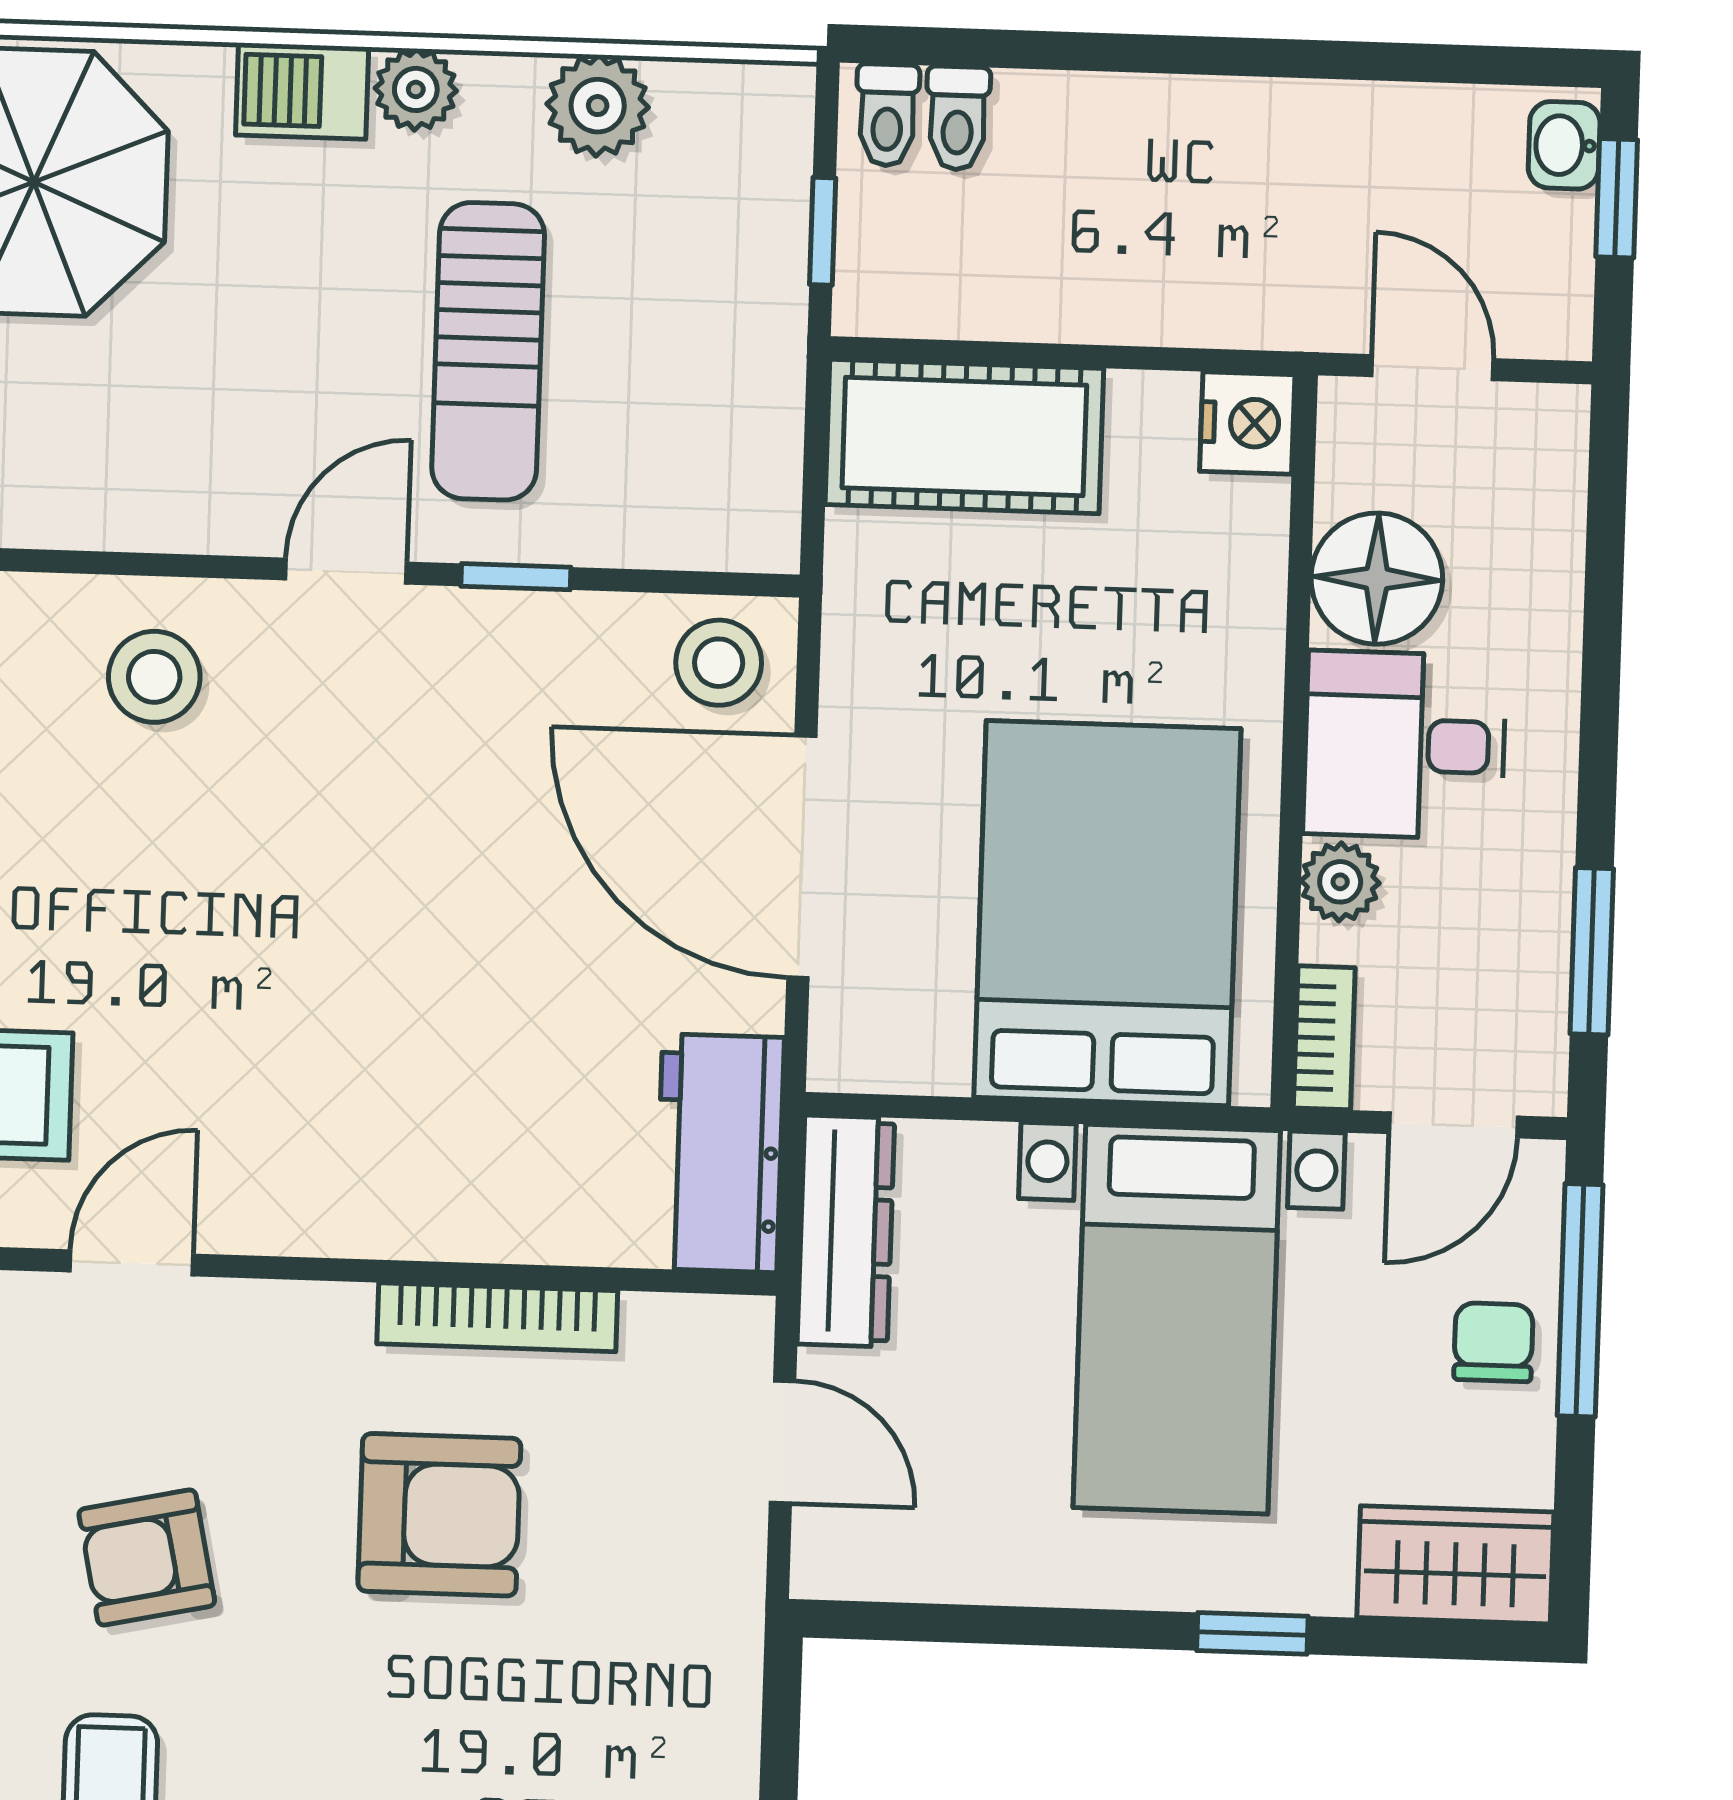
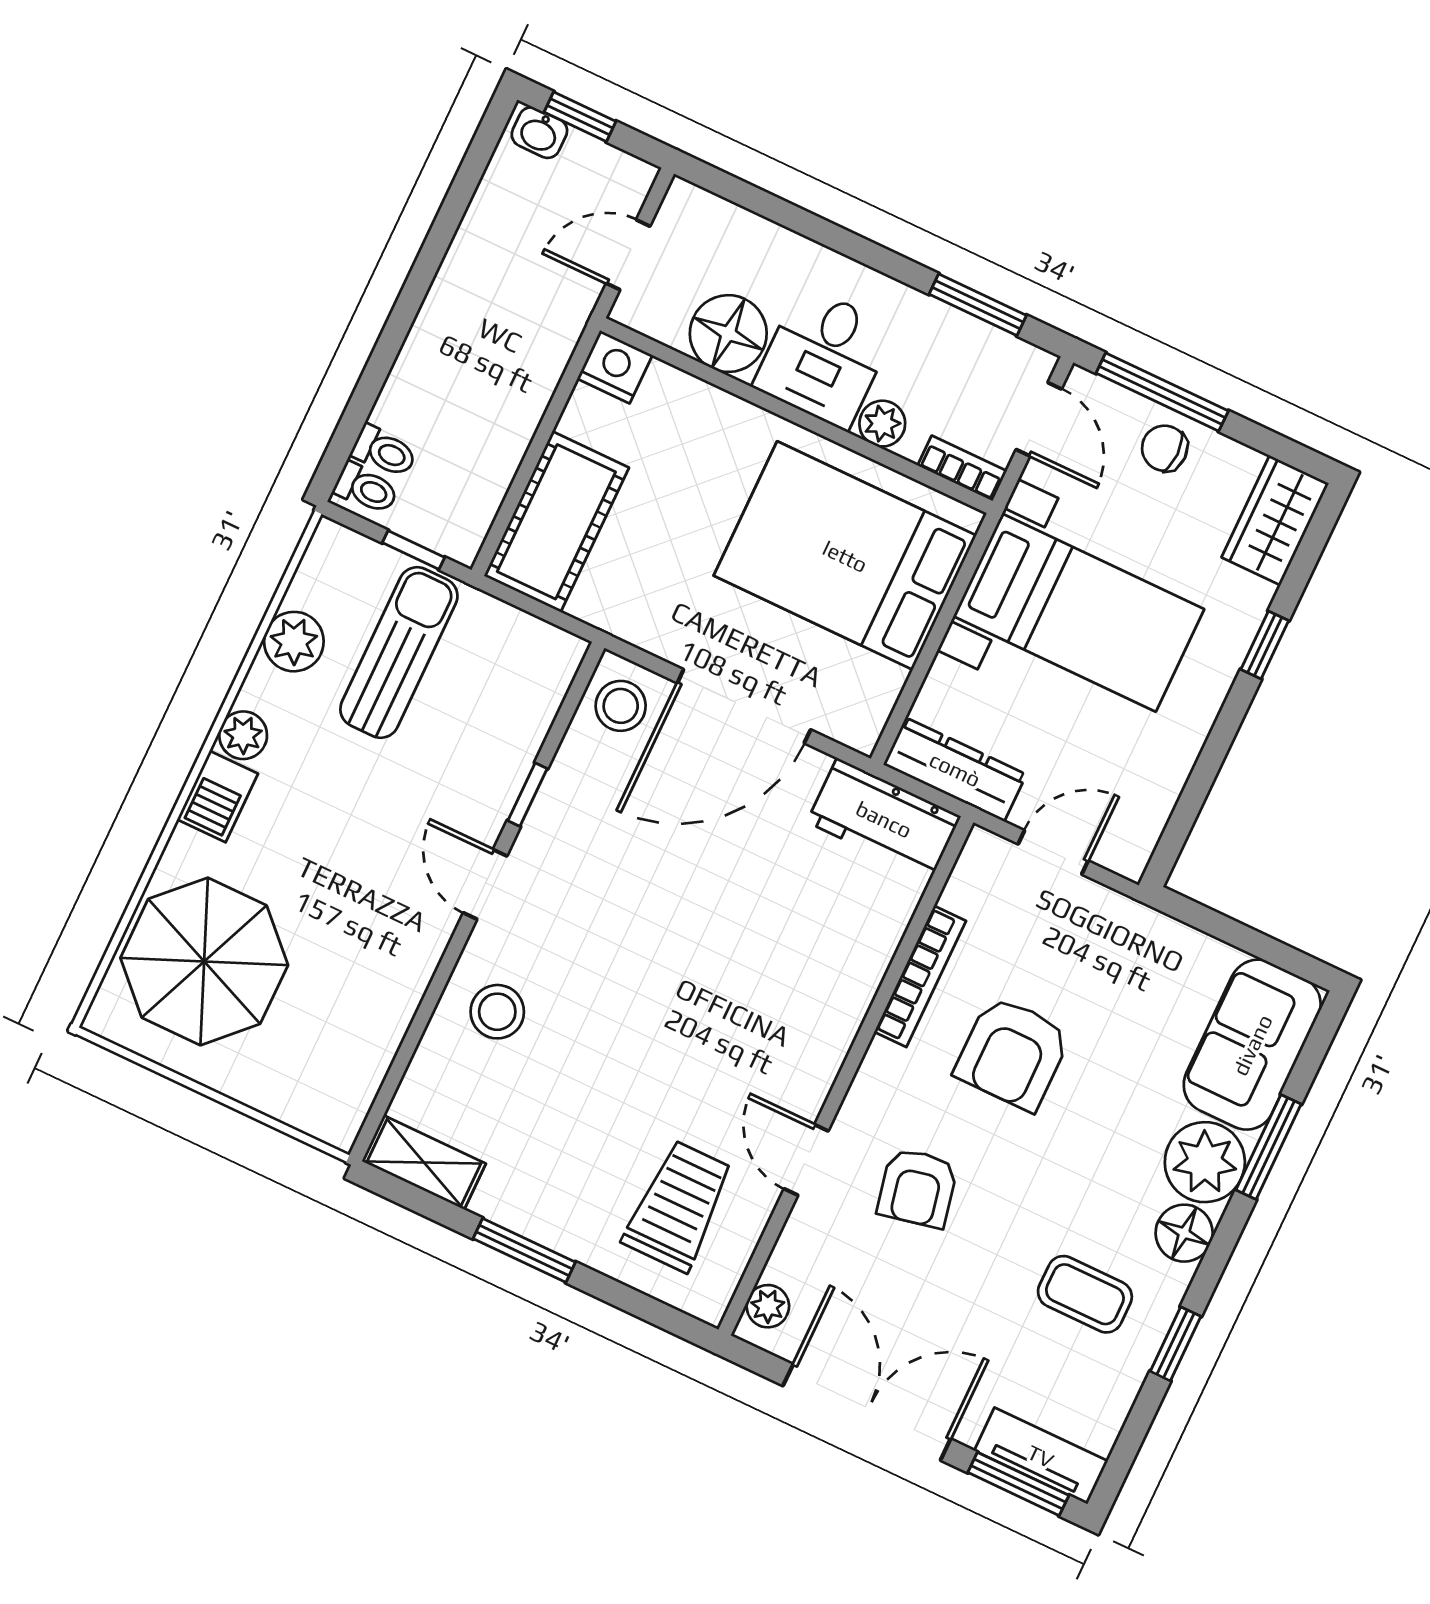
sun lounger: (488, 351) -> (399, 652), moved, turned -90
armchair: (439, 1515) -> (1013, 1053), turned 180
armchair: (147, 1558) -> (917, 1188), moved

